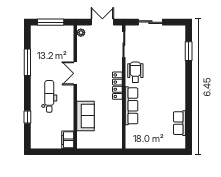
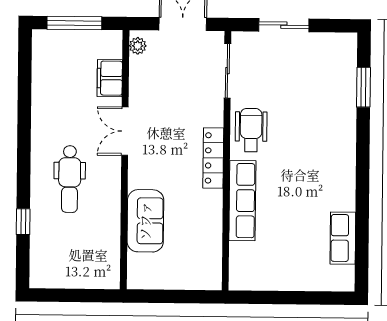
window: (27, 62) -> (24, 107), removed
dental chair: (49, 96) -> (70, 179), turned 180
filing cabinet: (68, 140) -> (110, 78), moved

